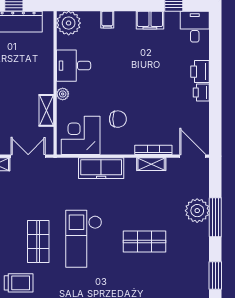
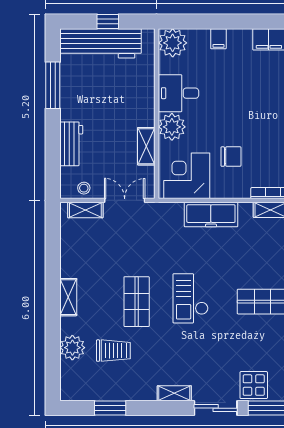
plant: (63, 94) -> (172, 127), width x1.88, depth x1.88
checkout: (84, 239) -> (191, 298), width x0.73, depth x0.83

